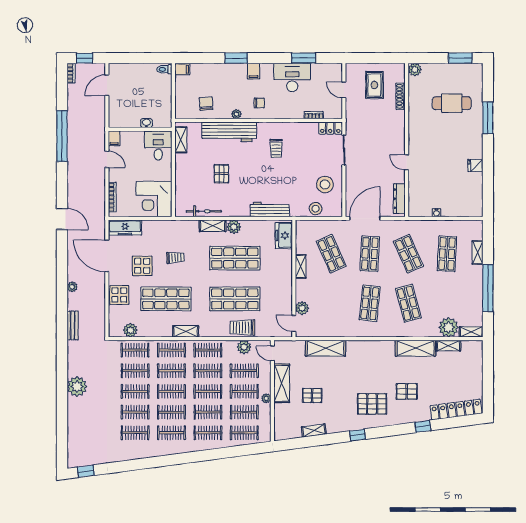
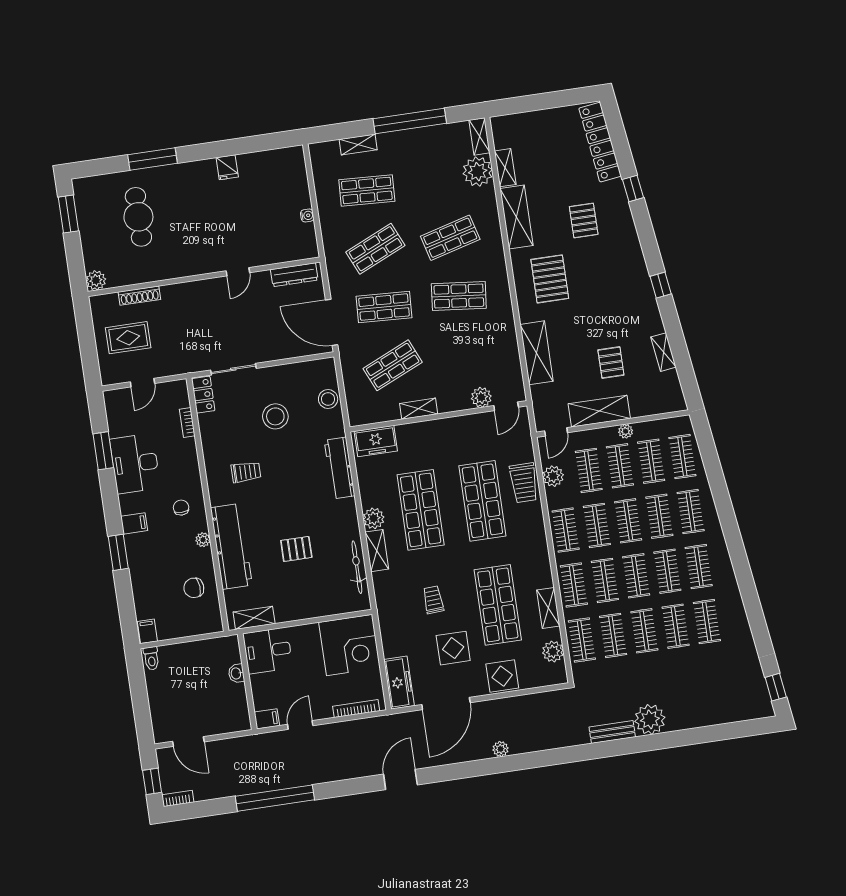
stool: (325, 184) -> (275, 416), moved
bench: (73, 325) -> (612, 732), moved
shelving: (186, 331) -> (548, 608), moved
pallet: (372, 404) -> (550, 279), moved

